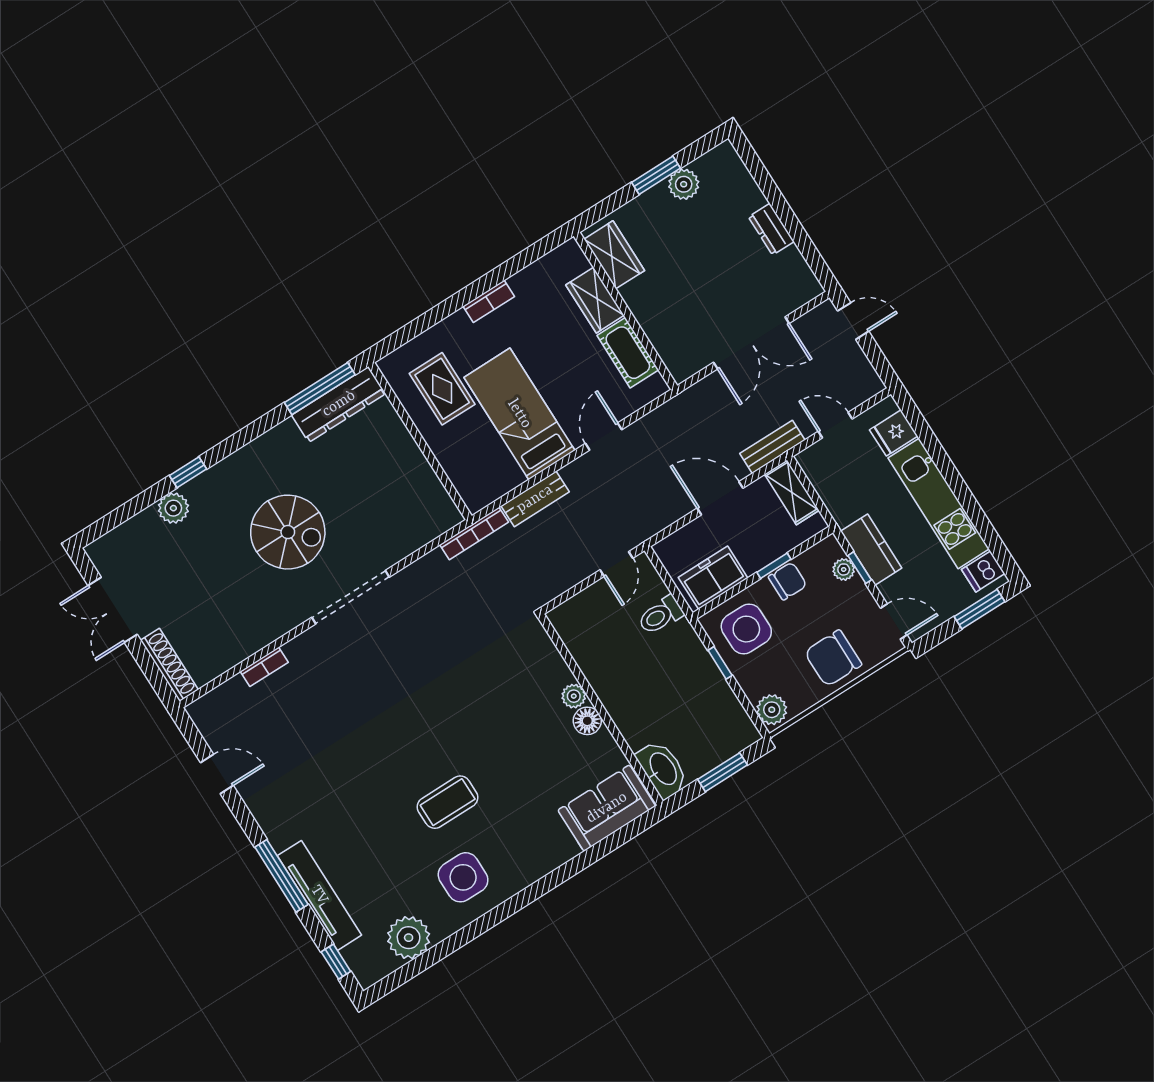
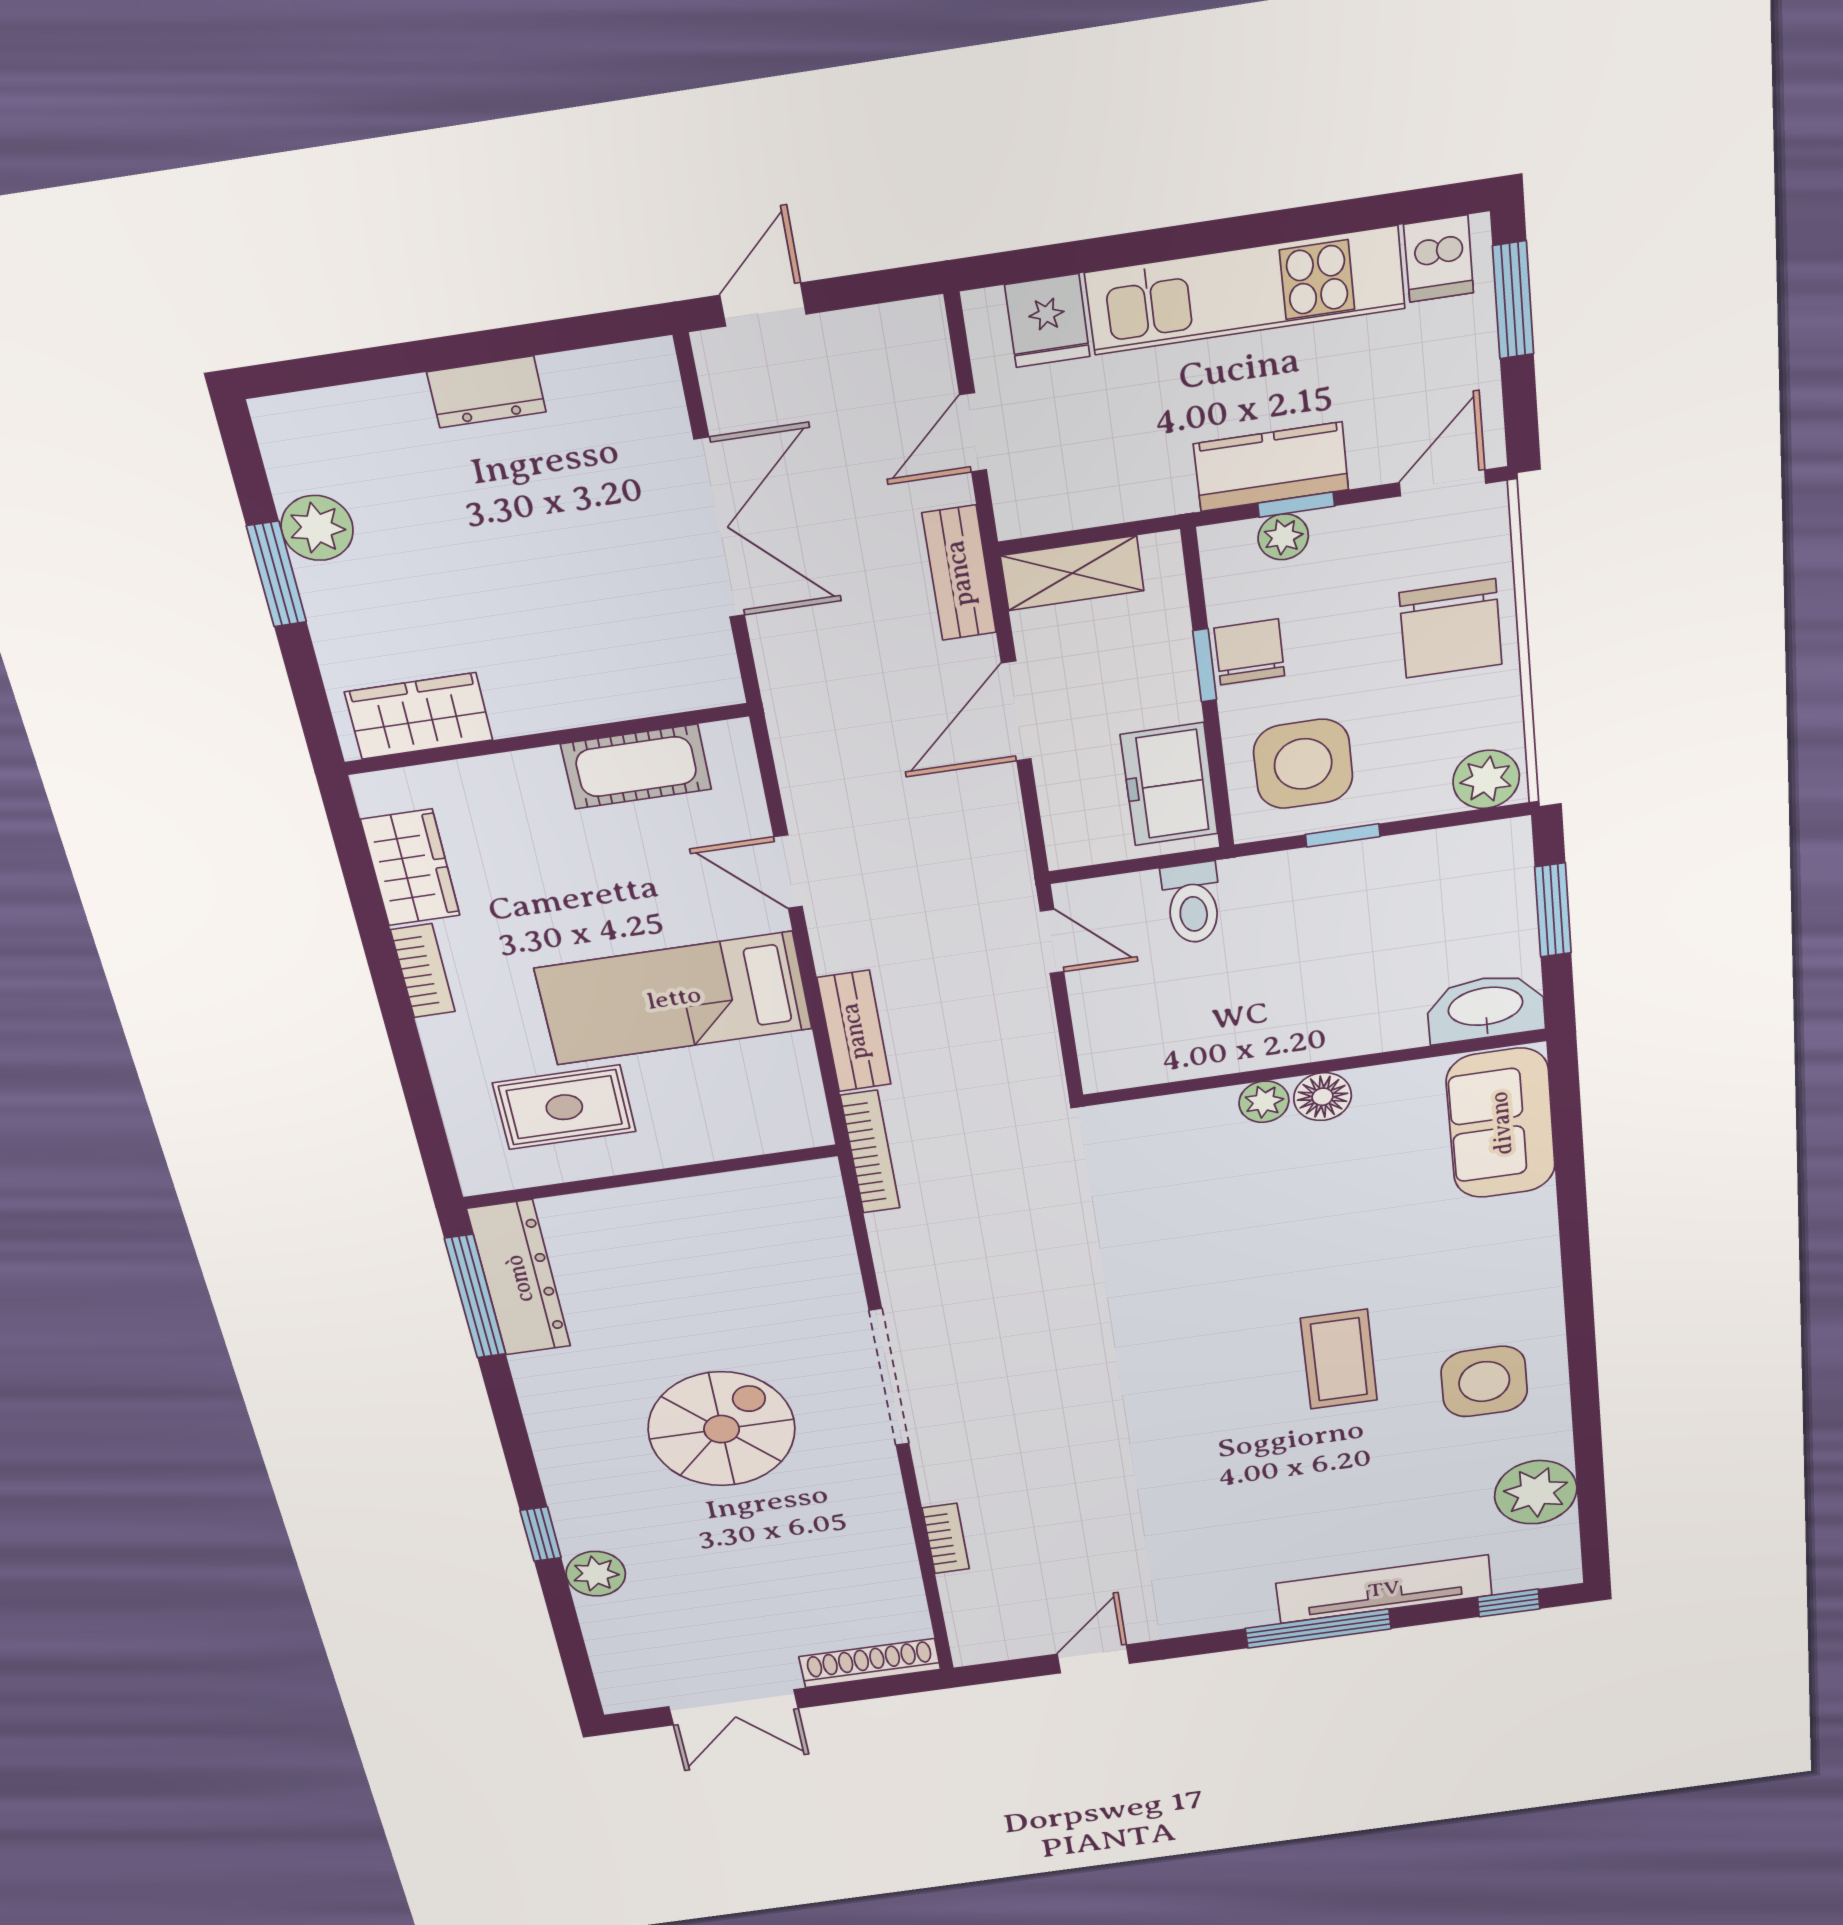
wardrobe: (595, 300) -> (410, 867), moved, turned -90

